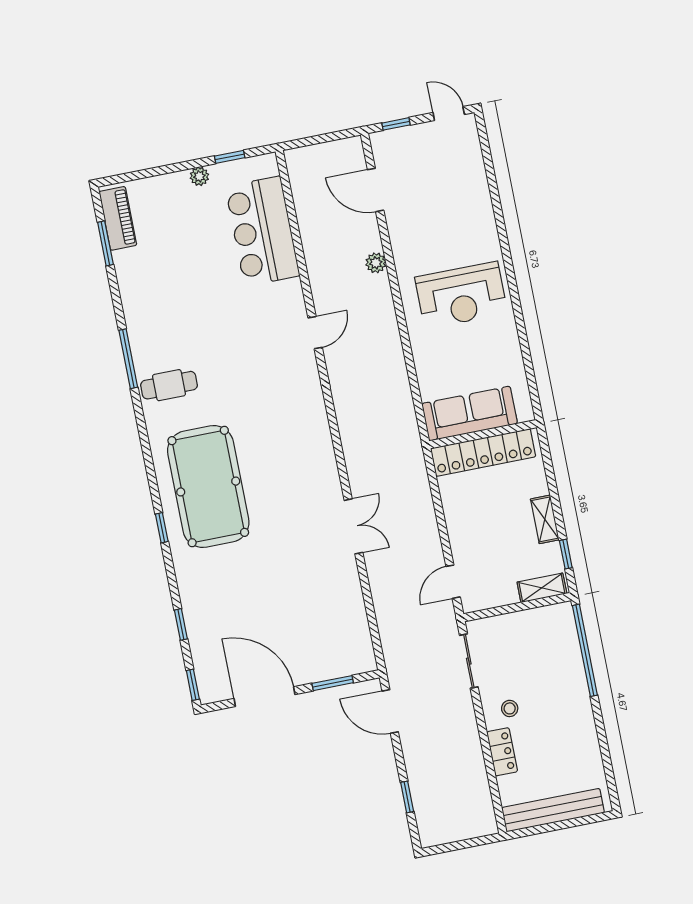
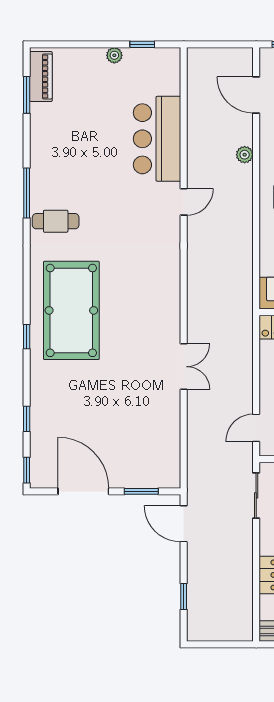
bar counter: (262, 231) -> (157, 139), moved

